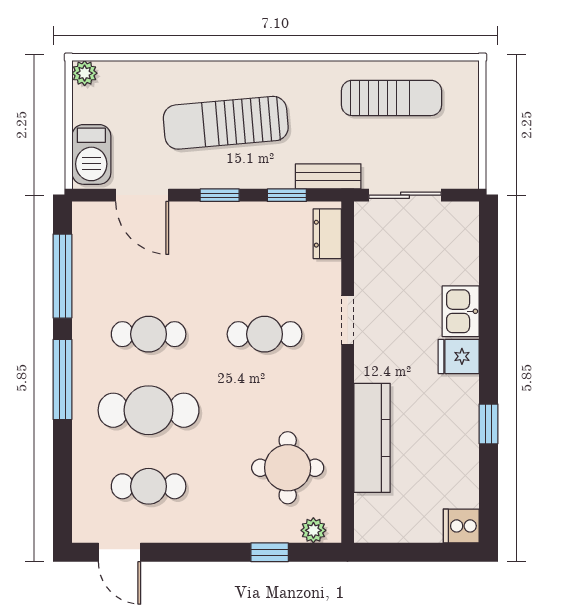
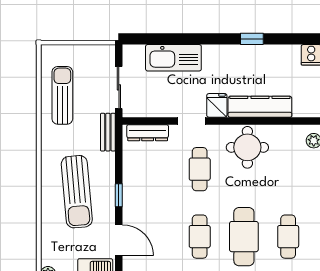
door: (142, 195) -> (119, 240), hinge flipped
window: (287, 195) -> (119, 156), removed
dresser: (327, 234) -> (148, 133), width x1.44
kitchen sink: (461, 311) -> (173, 58), width x1.87, depth x1.24
fridge: (459, 356) -> (217, 105), moved, turned 180
round table: (288, 468) -> (247, 147), moved

